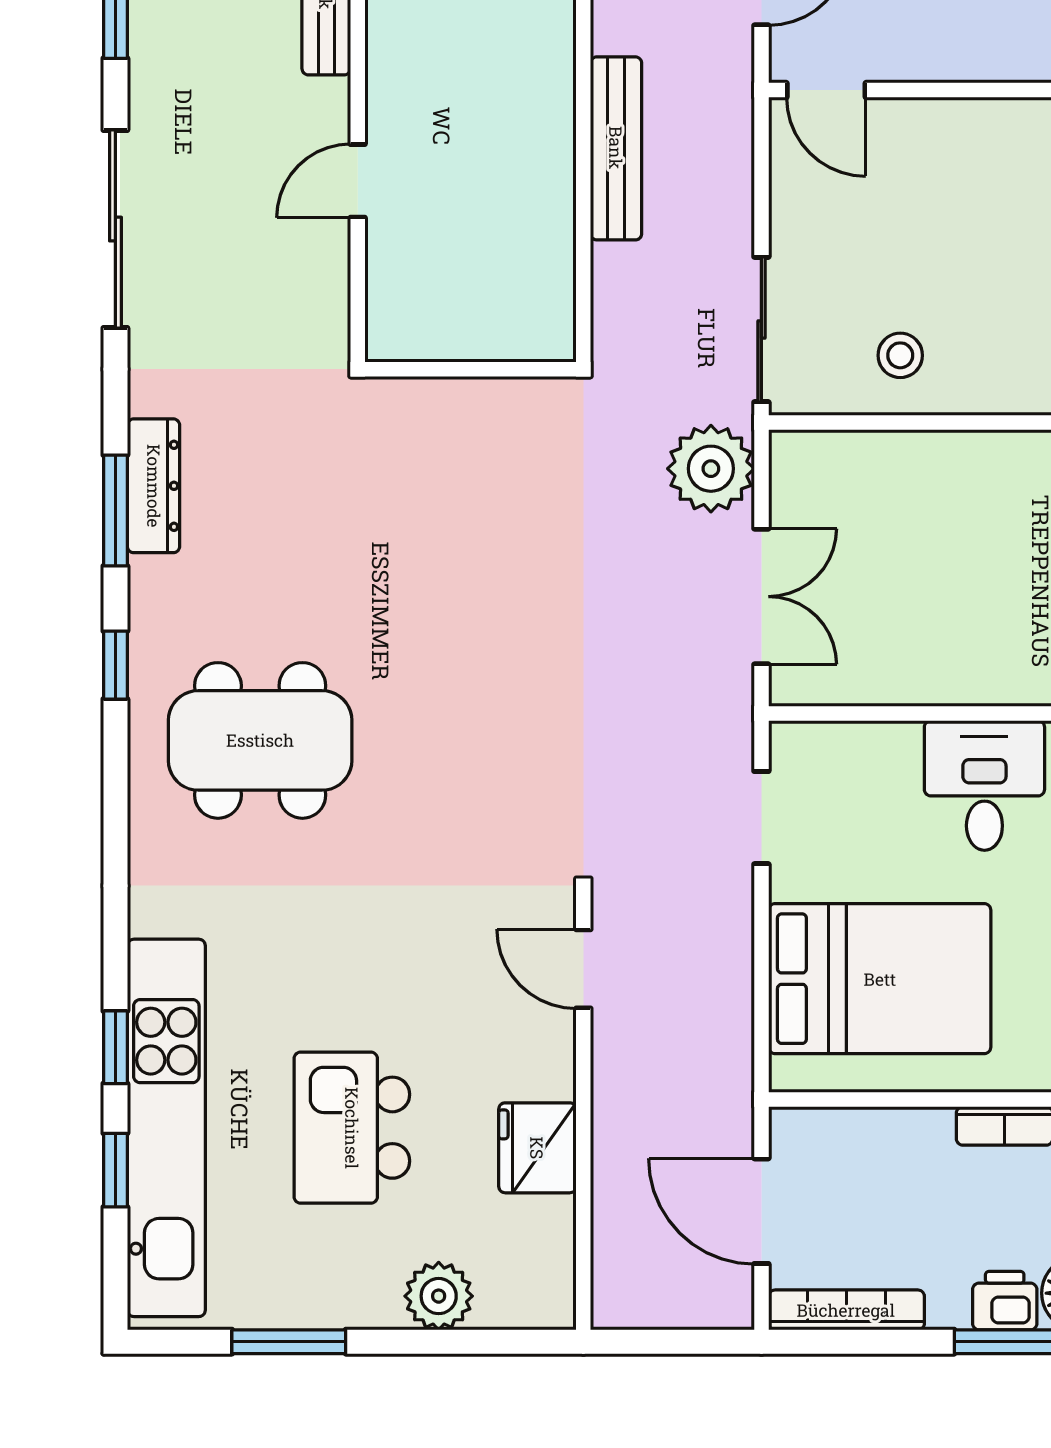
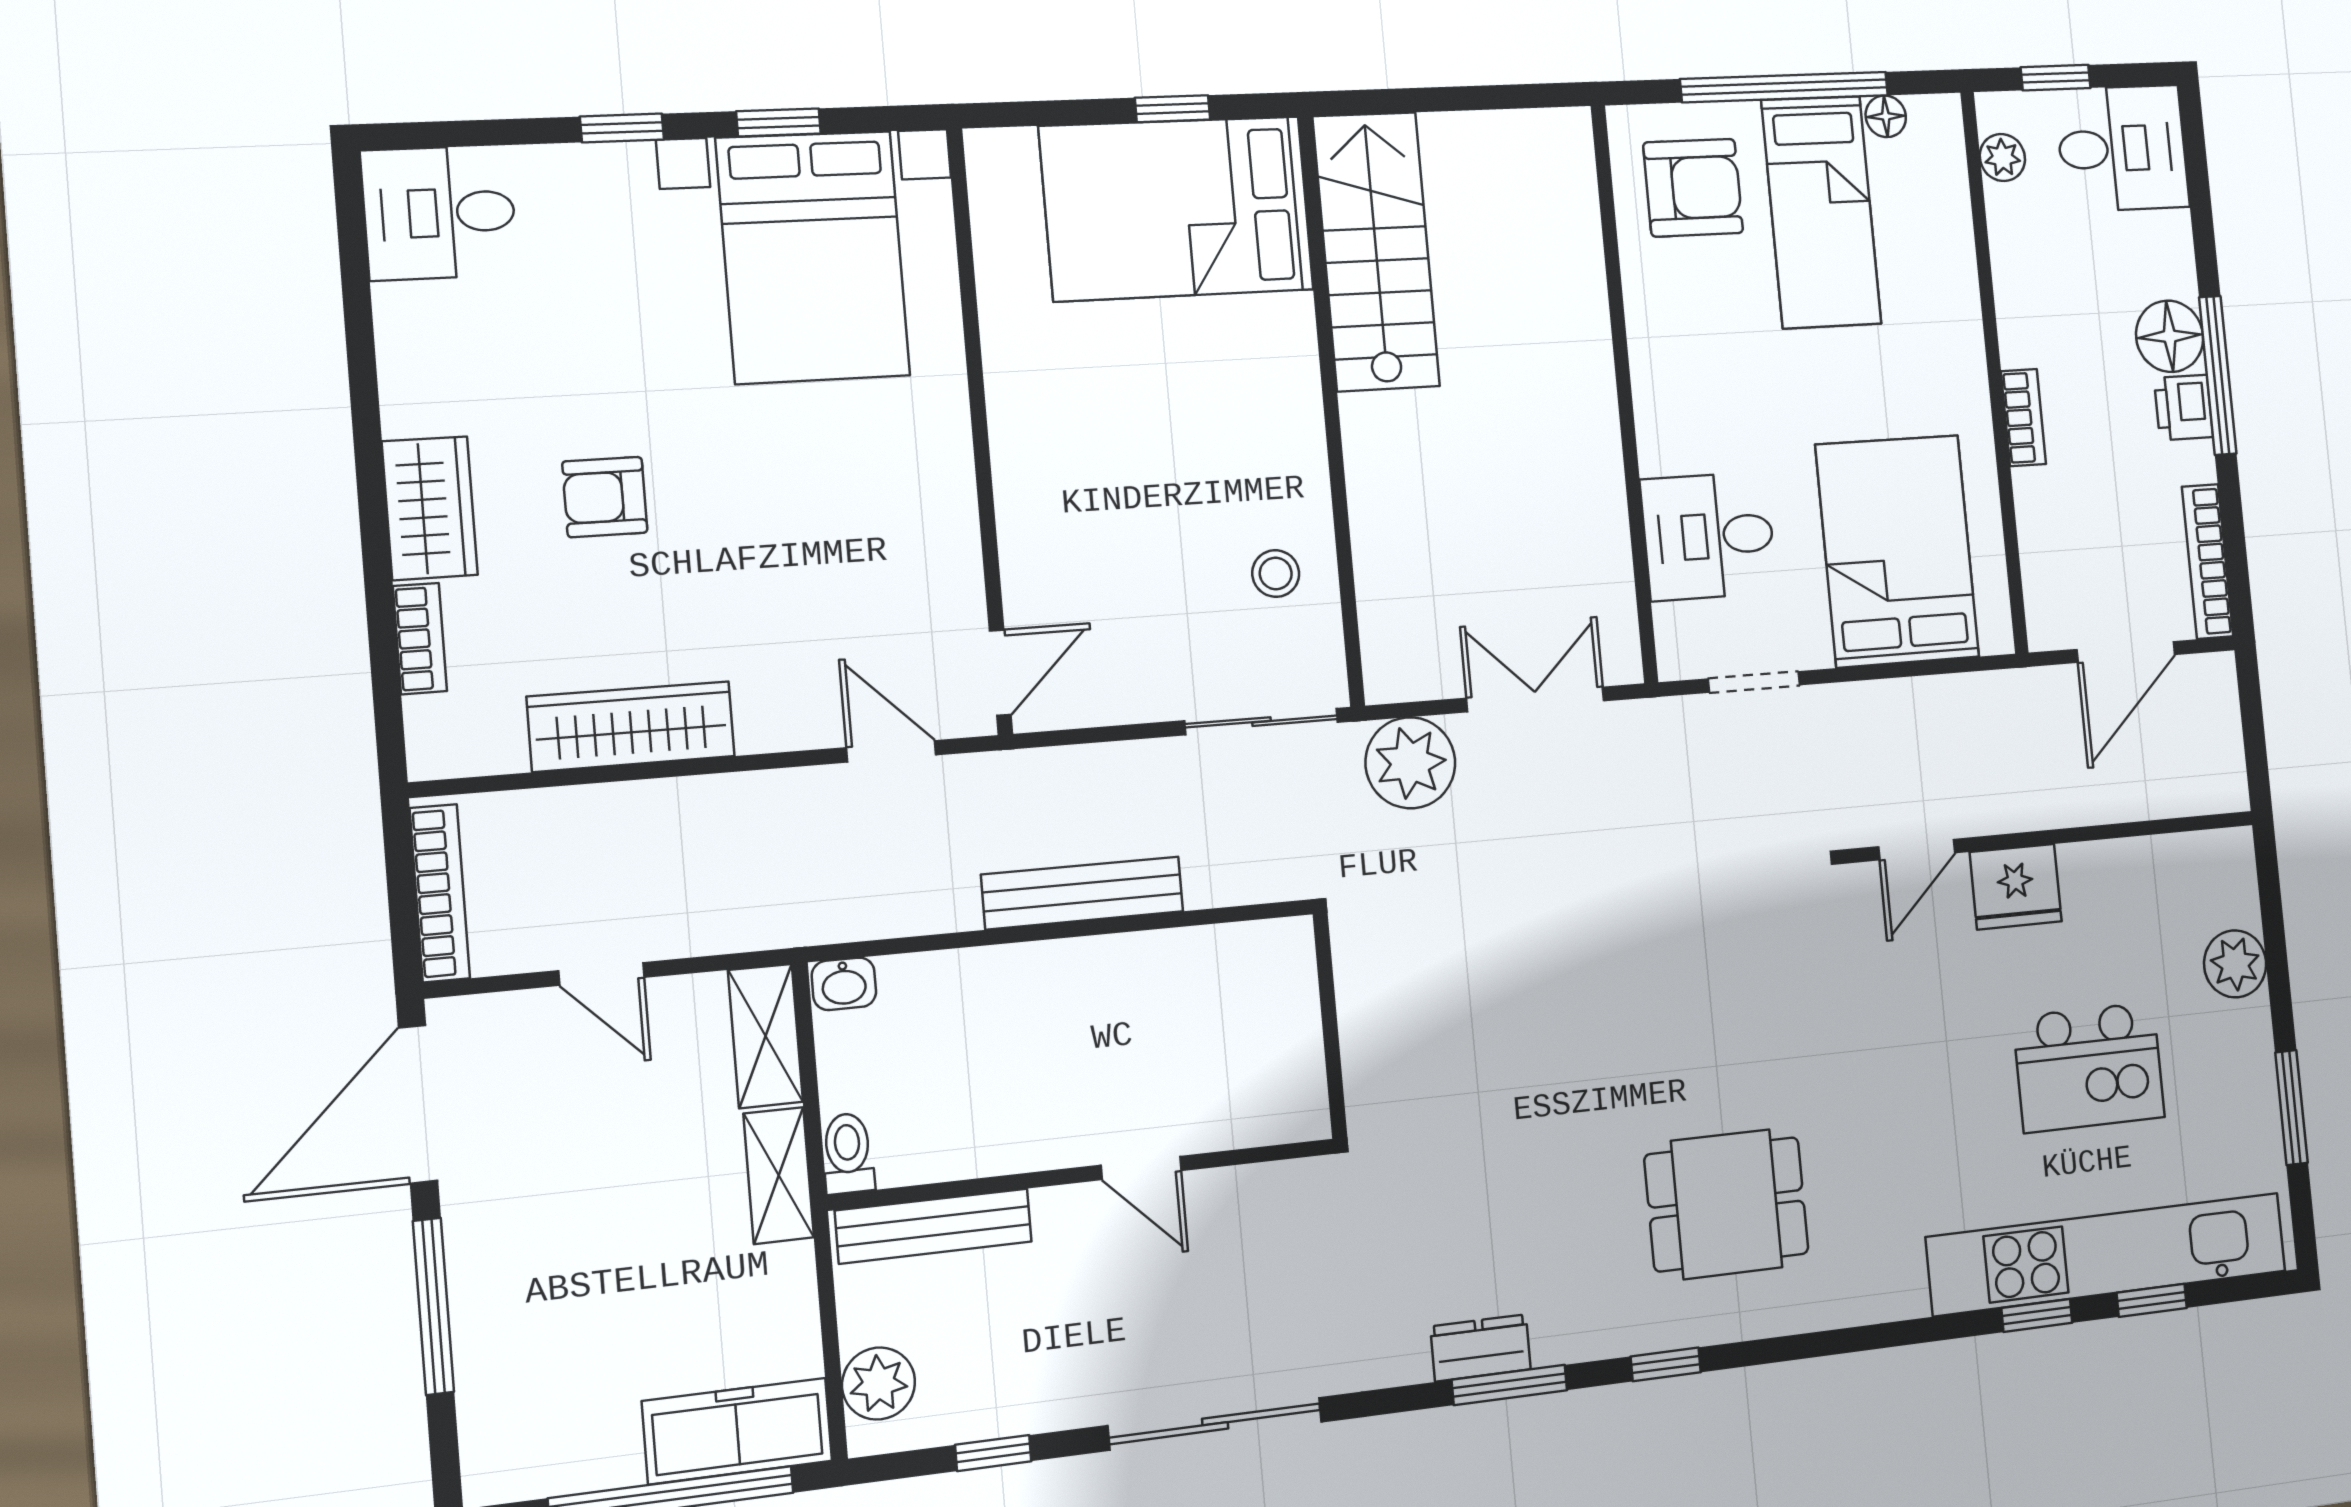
dresser: (154, 486) -> (1481, 1348), width x0.70
dining table: (260, 740) -> (1727, 1204), width x0.73
desk: (984, 785) -> (1709, 536), moved
fridge: (537, 1148) -> (2016, 887), moved

